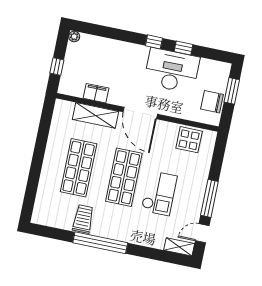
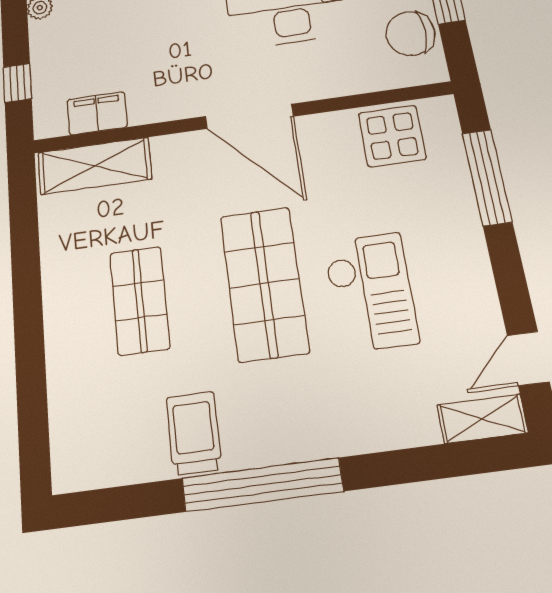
filing cabinet: (96, 93) -> (97, 113), moved
shelving: (95, 115) -> (95, 166), moved
shop shelf: (79, 168) -> (140, 300), width x0.70, depth x0.74
window: (209, 198) -> (487, 177), moved

